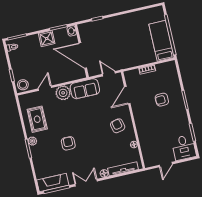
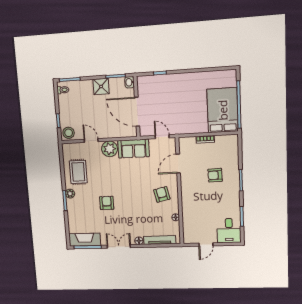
bed: (162, 41) -> (223, 110), width x1.50
door: (45, 88) -> (91, 141), hinge flipped

